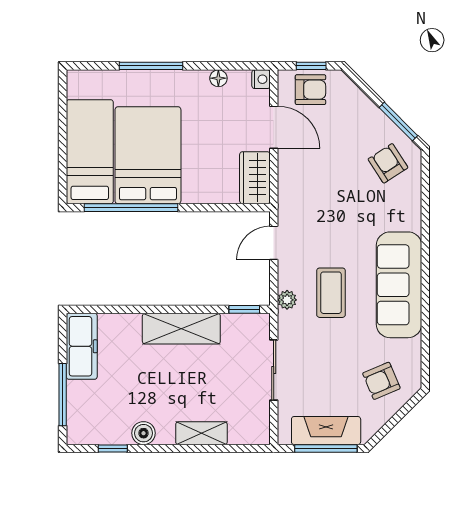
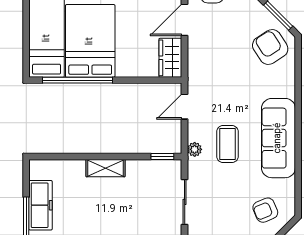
door: (274, 127) -> (185, 20), swing flipped
armchair: (388, 163) -> (270, 47), width x1.38, depth x1.38
shelving: (181, 329) -> (105, 168), width x0.67, depth x0.75
freezer: (82, 346) -> (40, 205), moved

